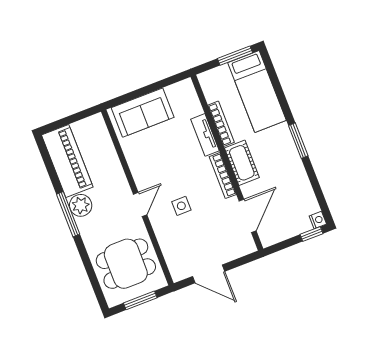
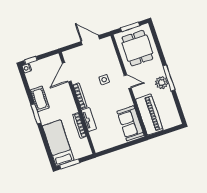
sofa: (143, 113) -> (130, 123), moved, turned -90
piano: (67, 161) -> (149, 115), moved, turned 180
cot: (242, 163) -> (40, 99), moved
door: (140, 204) -> (128, 82), swing flipped
dining table: (126, 264) -> (137, 48), turned 90

